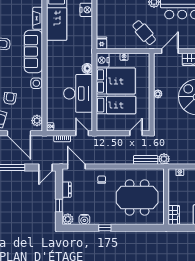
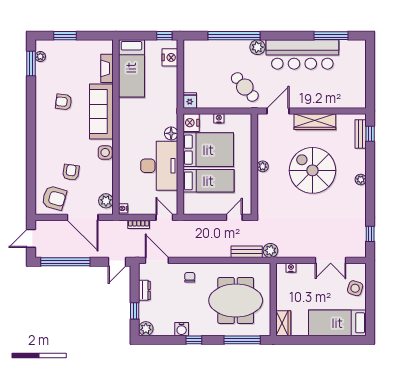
water cooler: (84, 220) -> (182, 329), moved
window: (142, 228) -> (242, 340), added

